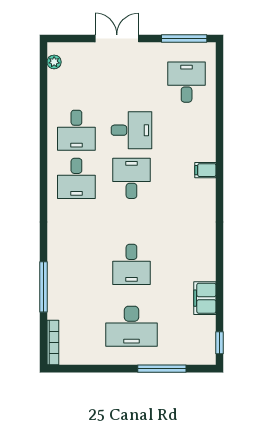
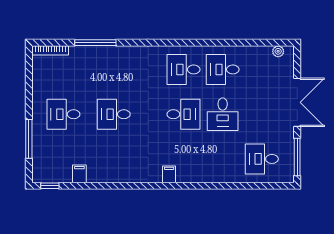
double door: (117, 39) -> (297, 102), width x1.37
desk: (187, 82) -> (262, 159), turned 180
filing cabinet: (205, 170) -> (169, 174), moved
filing cabinet: (205, 298) -> (79, 174), width x0.50
desk: (131, 326) -> (63, 114), width x0.73

